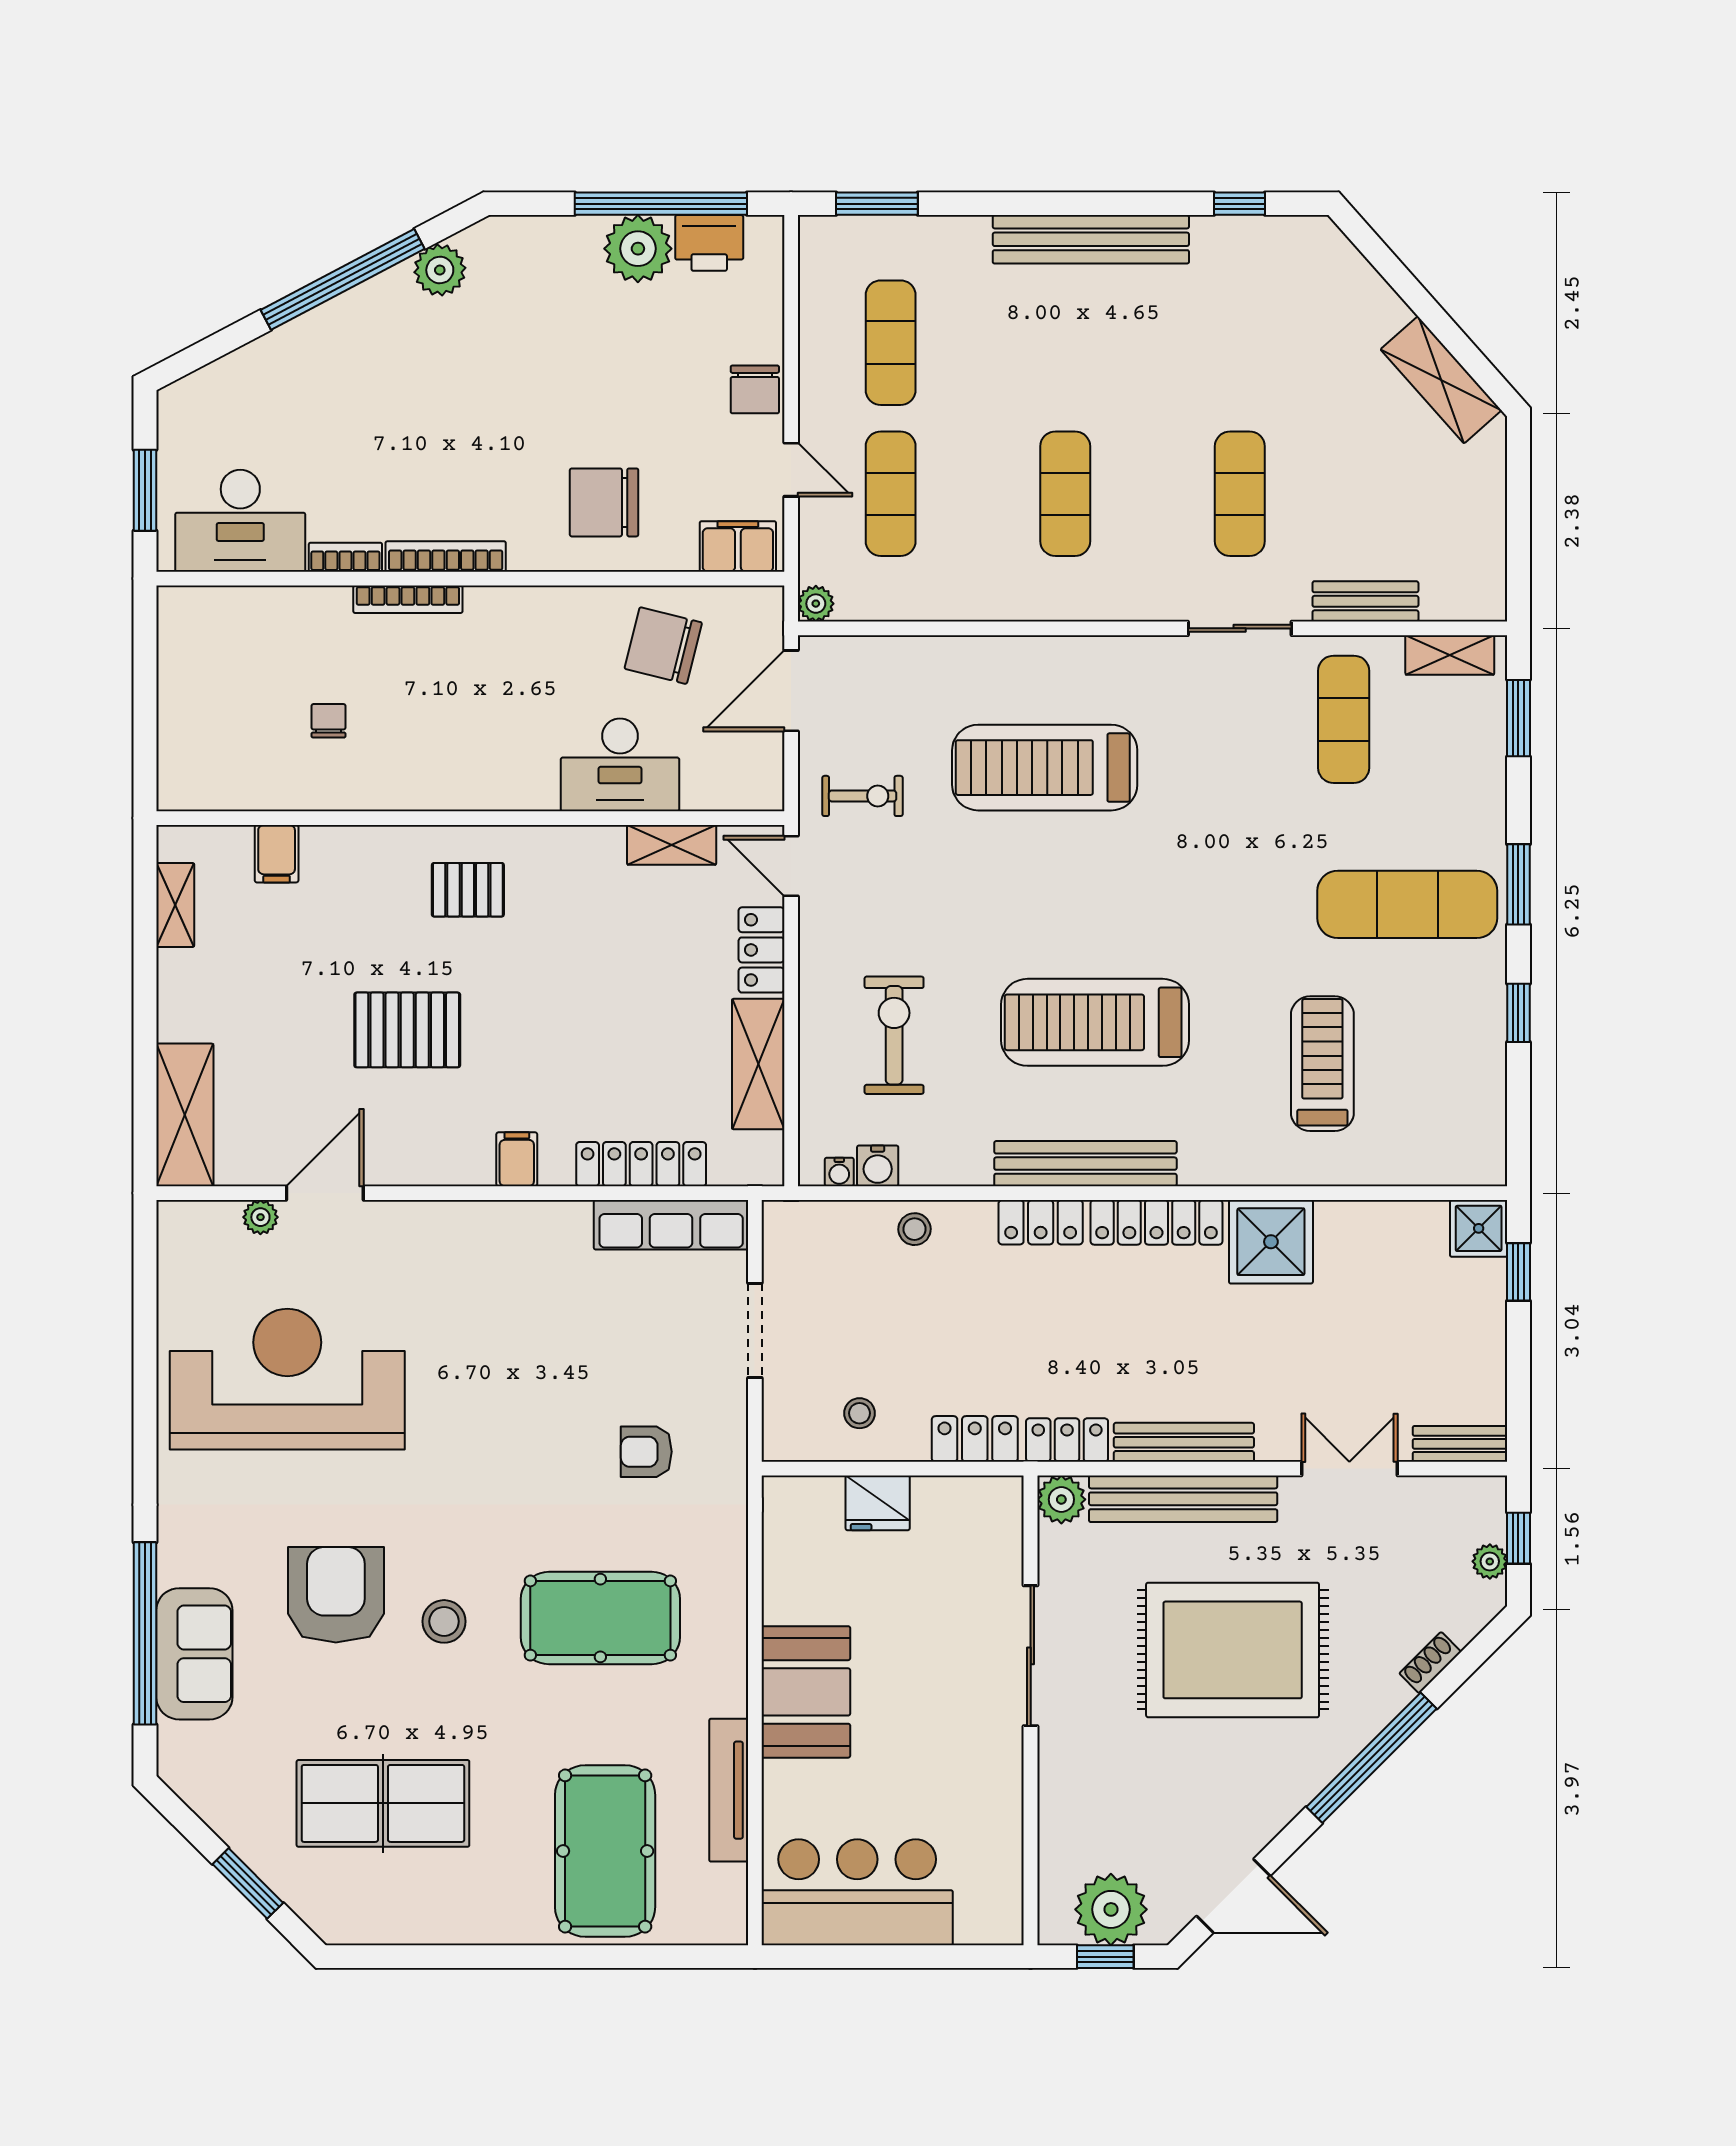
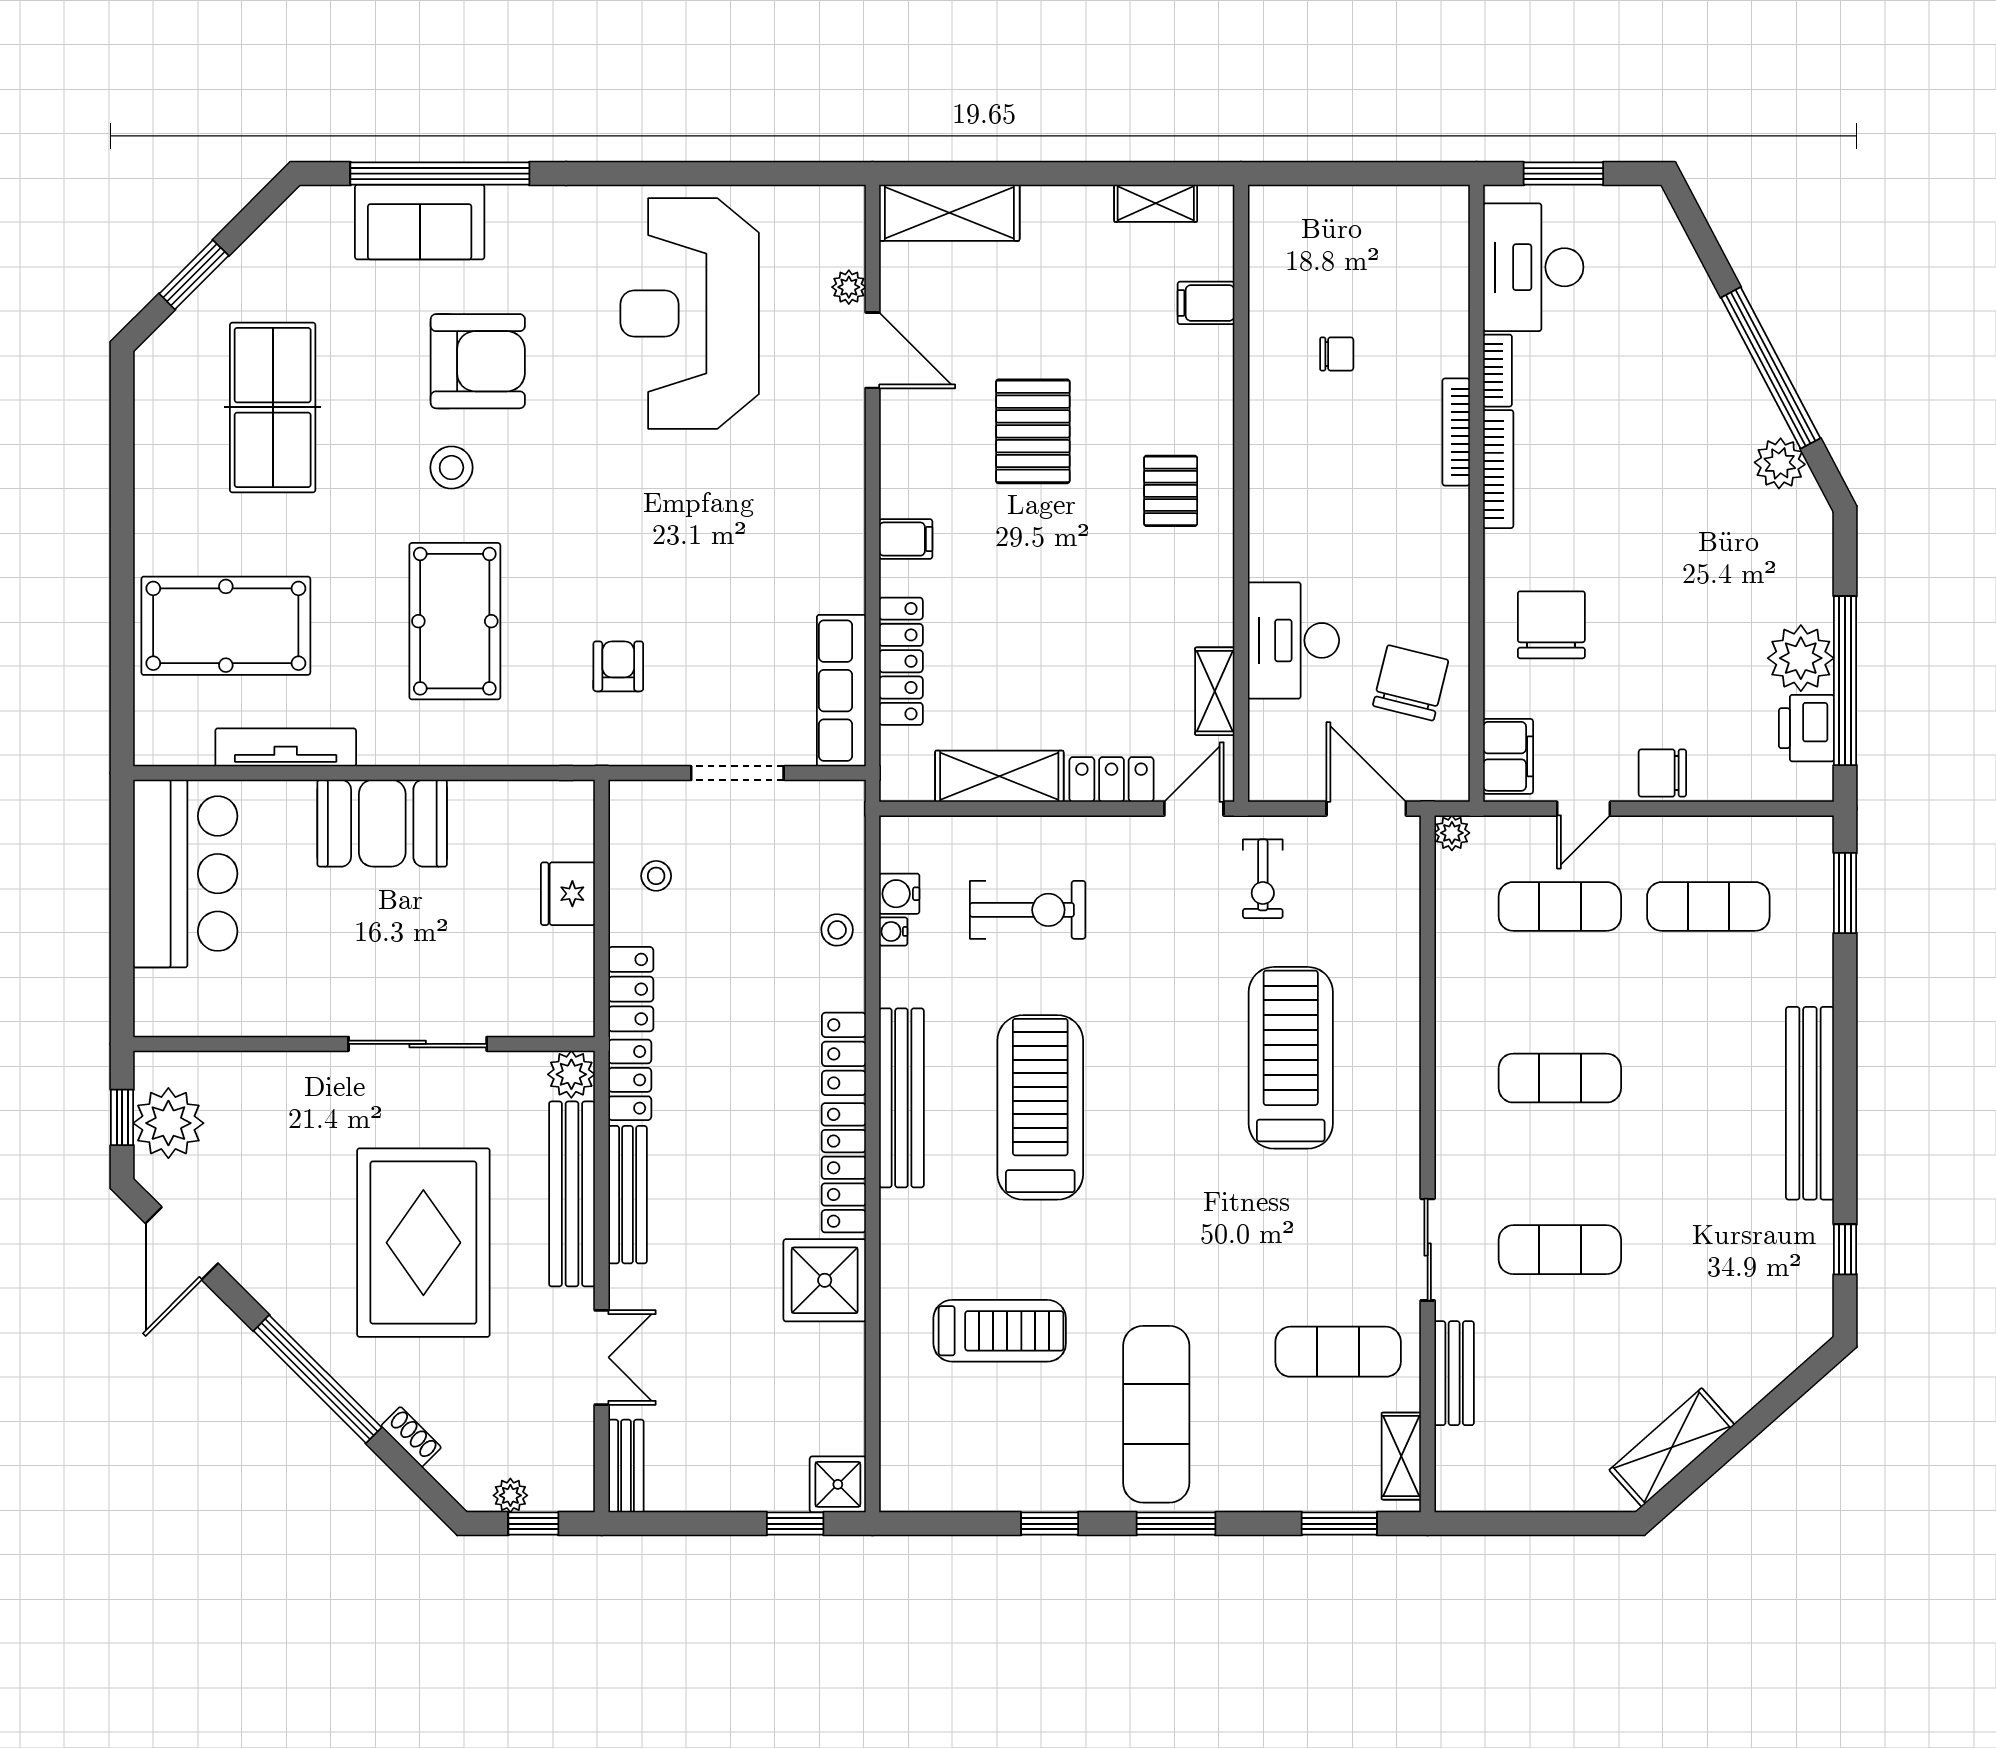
water cooler: (839, 1172) -> (893, 931), moved
reception desk: (287, 1379) -> (690, 313), turned 180

